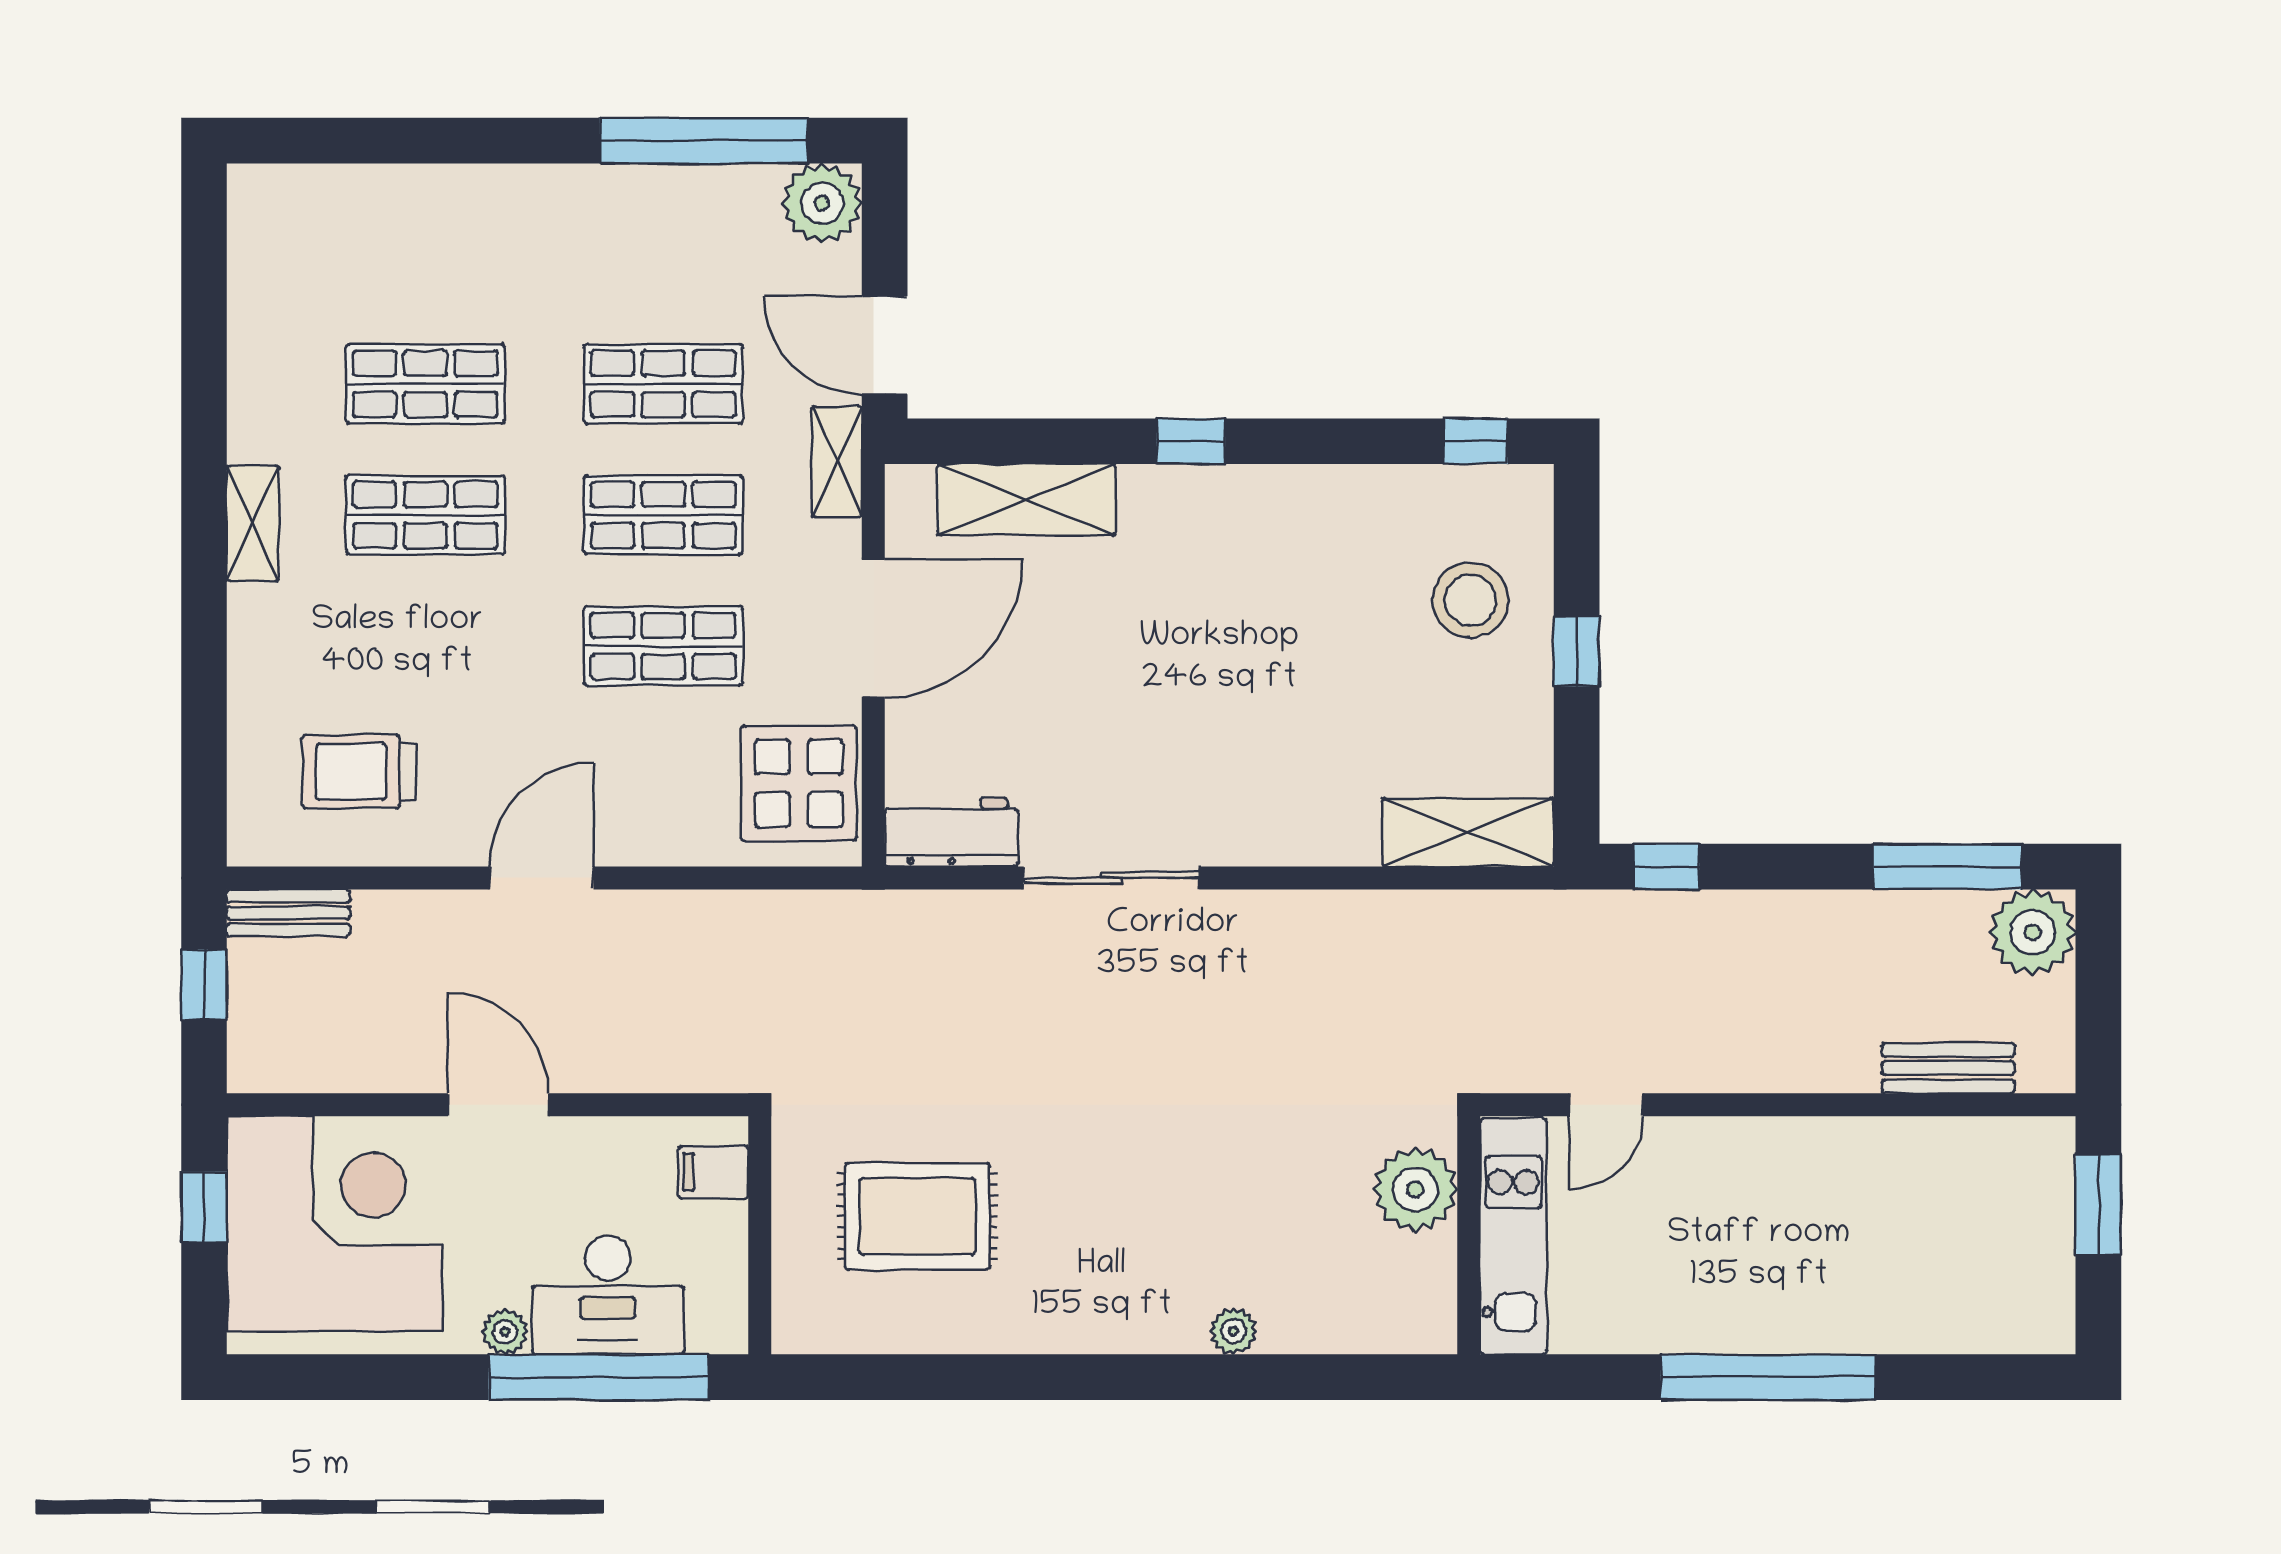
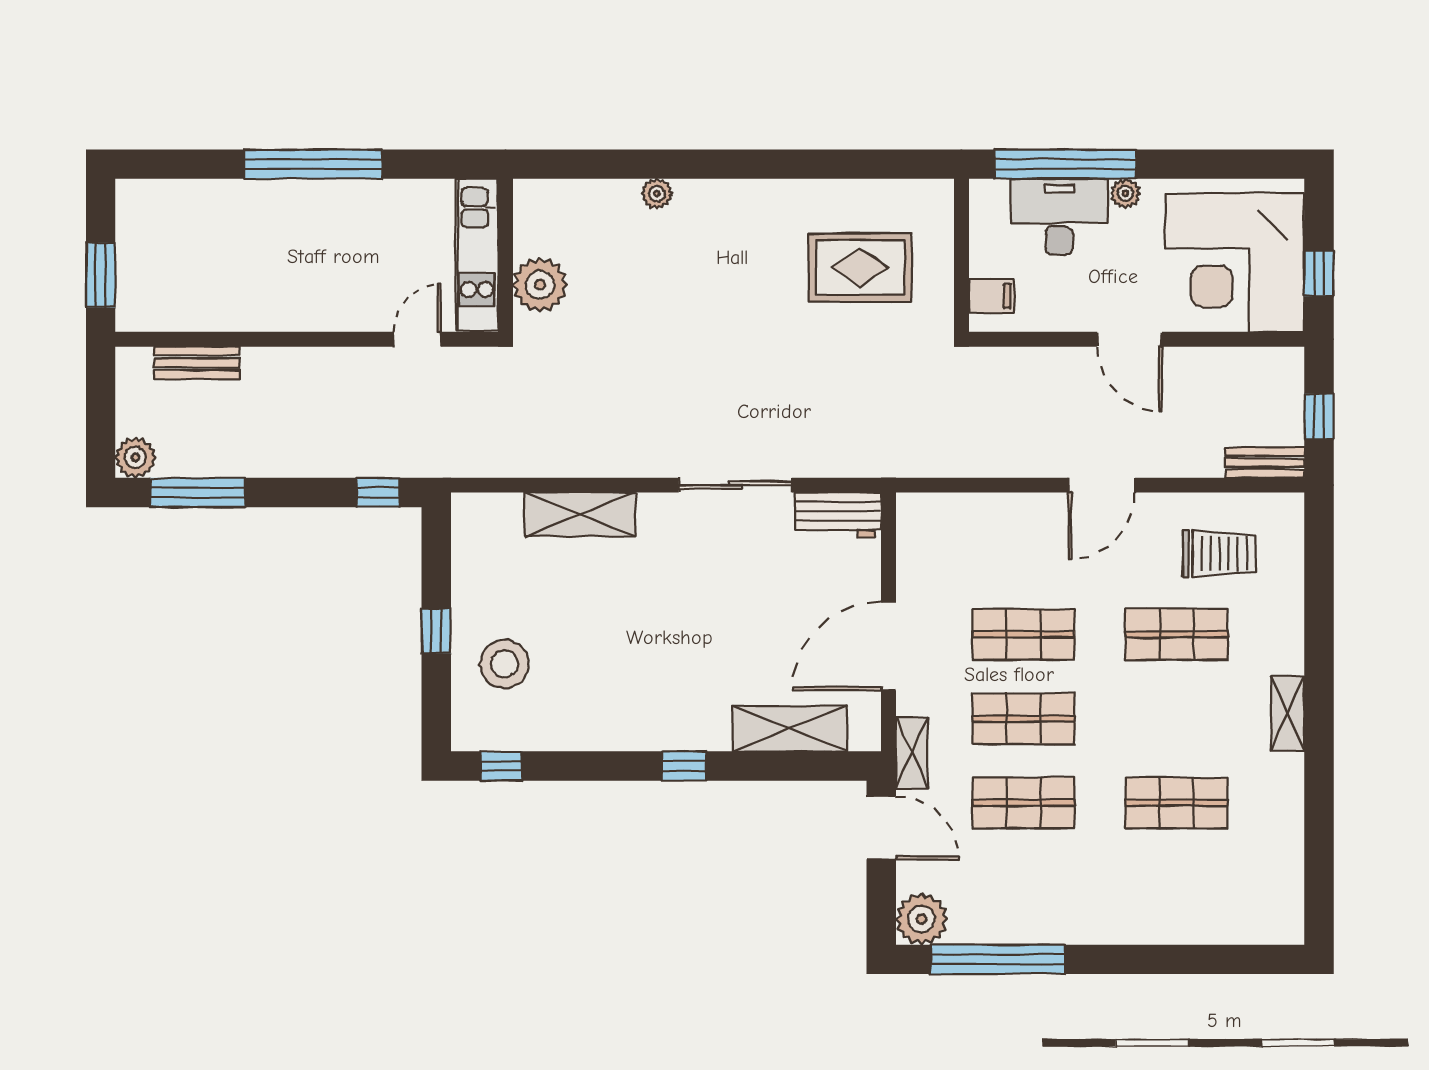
shop shelf: (425, 515) -> (1177, 634), moved
display table: (799, 783) -> (936, 546), removed
shelving: (1468, 832) -> (580, 515), moved
plant: (2033, 932) -> (136, 458), width x0.73, depth x0.73

